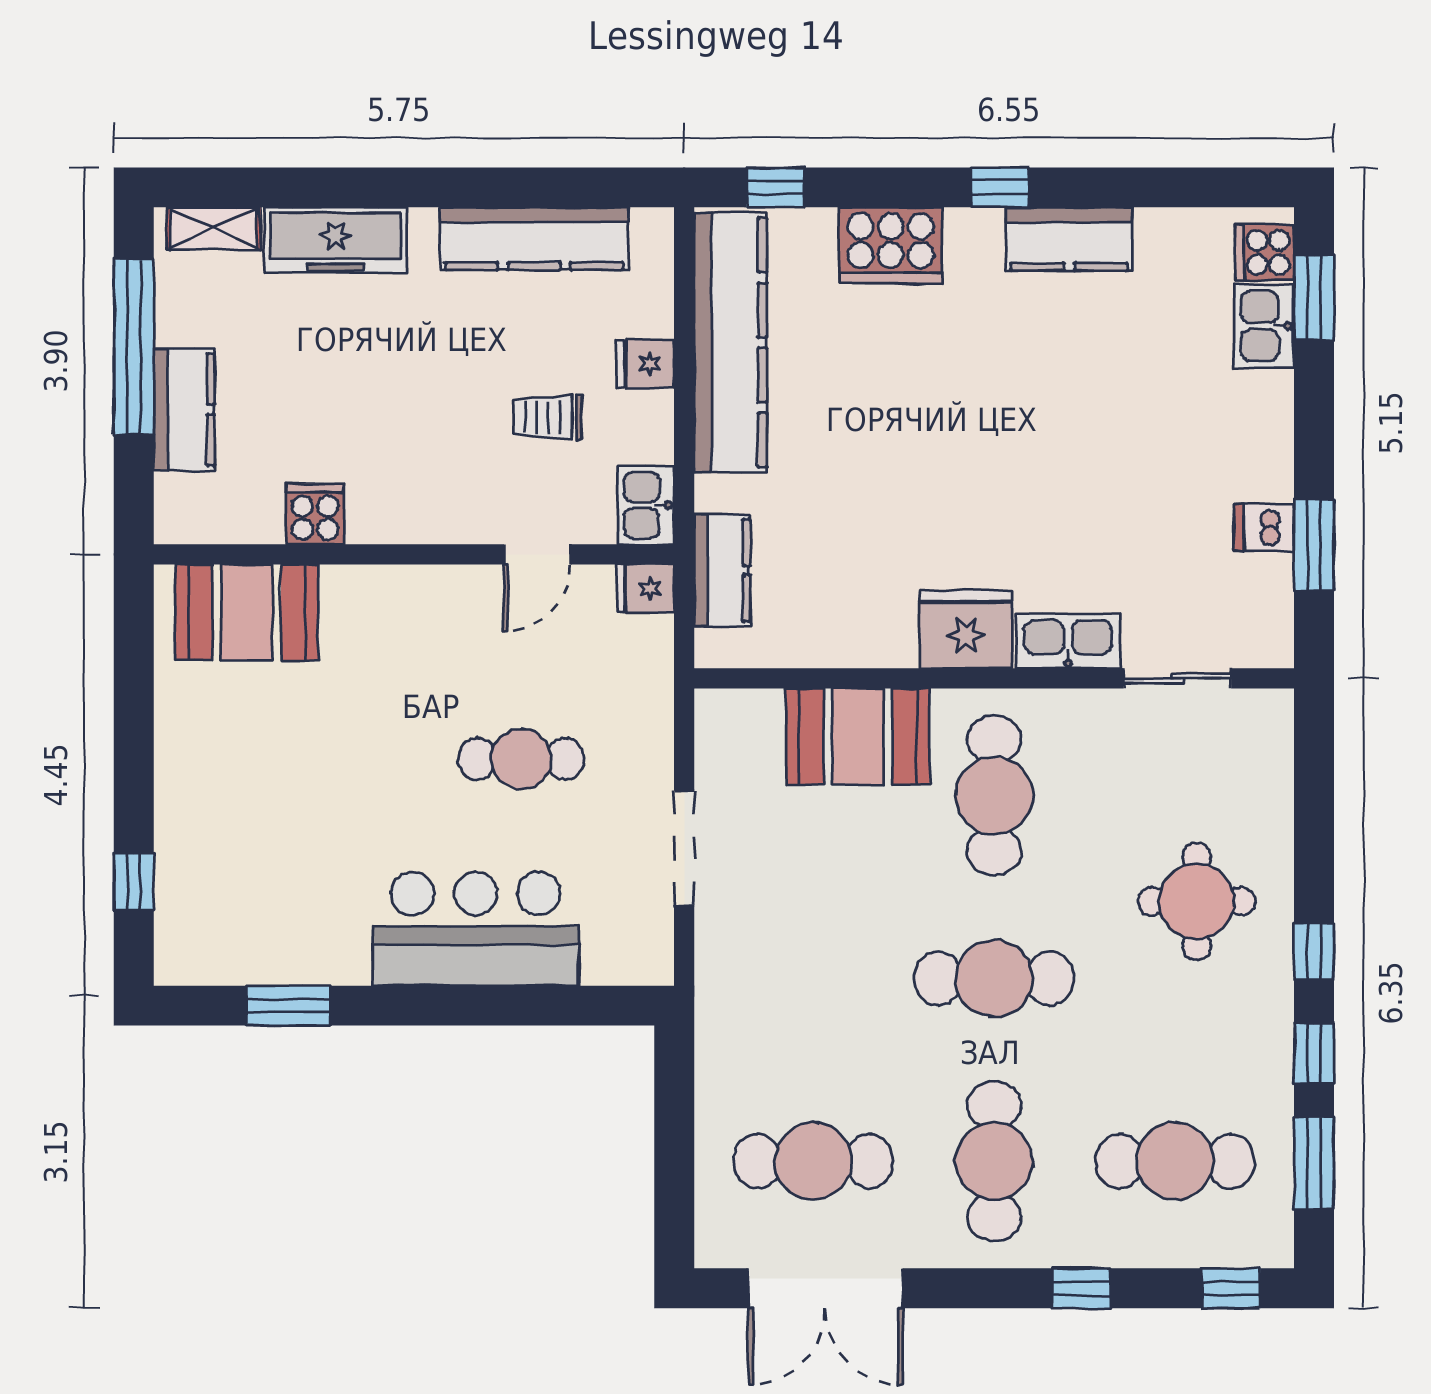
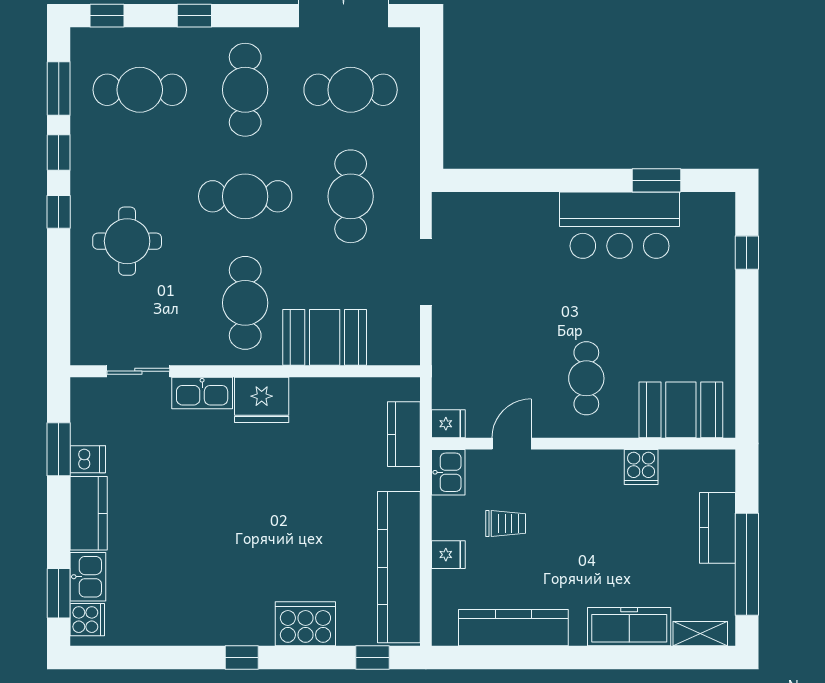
kitchen counter: (1069, 239) -> (89, 513), moved, turned 90
cafe table: (521, 759) -> (586, 378), moved, turned 90
bar counter: (476, 929) -> (620, 225), moved
cafe table: (813, 978) -> (351, 196), added

